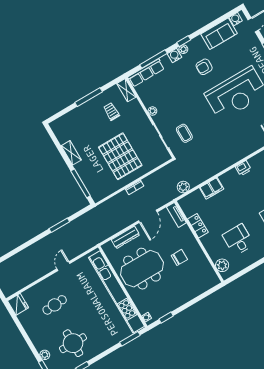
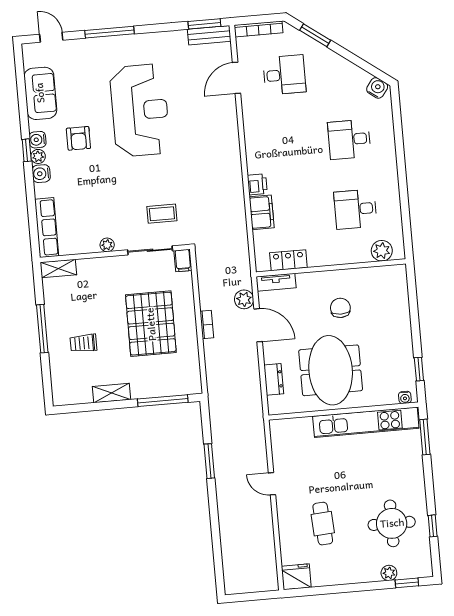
water cooler: (236, 19) -> (38, 140), moved
window: (153, 59) -> (32, 207), removed
trolley: (112, 112) -> (83, 343), moved
pallet: (120, 156) -> (151, 324), turned 90
filing cabinet: (164, 157) -> (183, 261), added
printer: (243, 168) -> (257, 184), moved
plant: (183, 187) -> (244, 299), moved
locker: (198, 226) -> (288, 260), moved
dresser: (125, 237) -> (274, 379), width x0.70
kitchen unit: (116, 292) -> (366, 422), width x0.73

